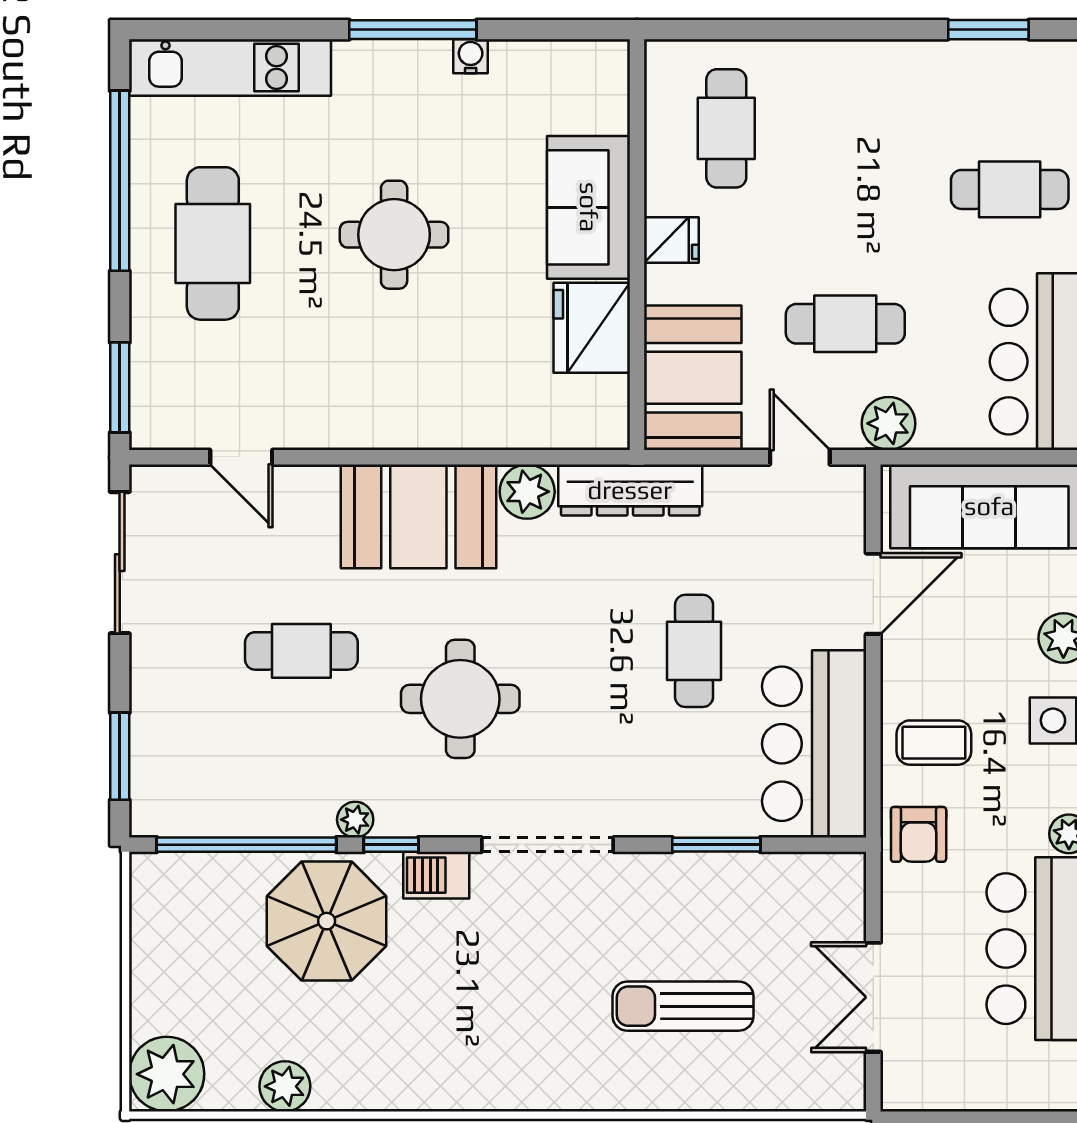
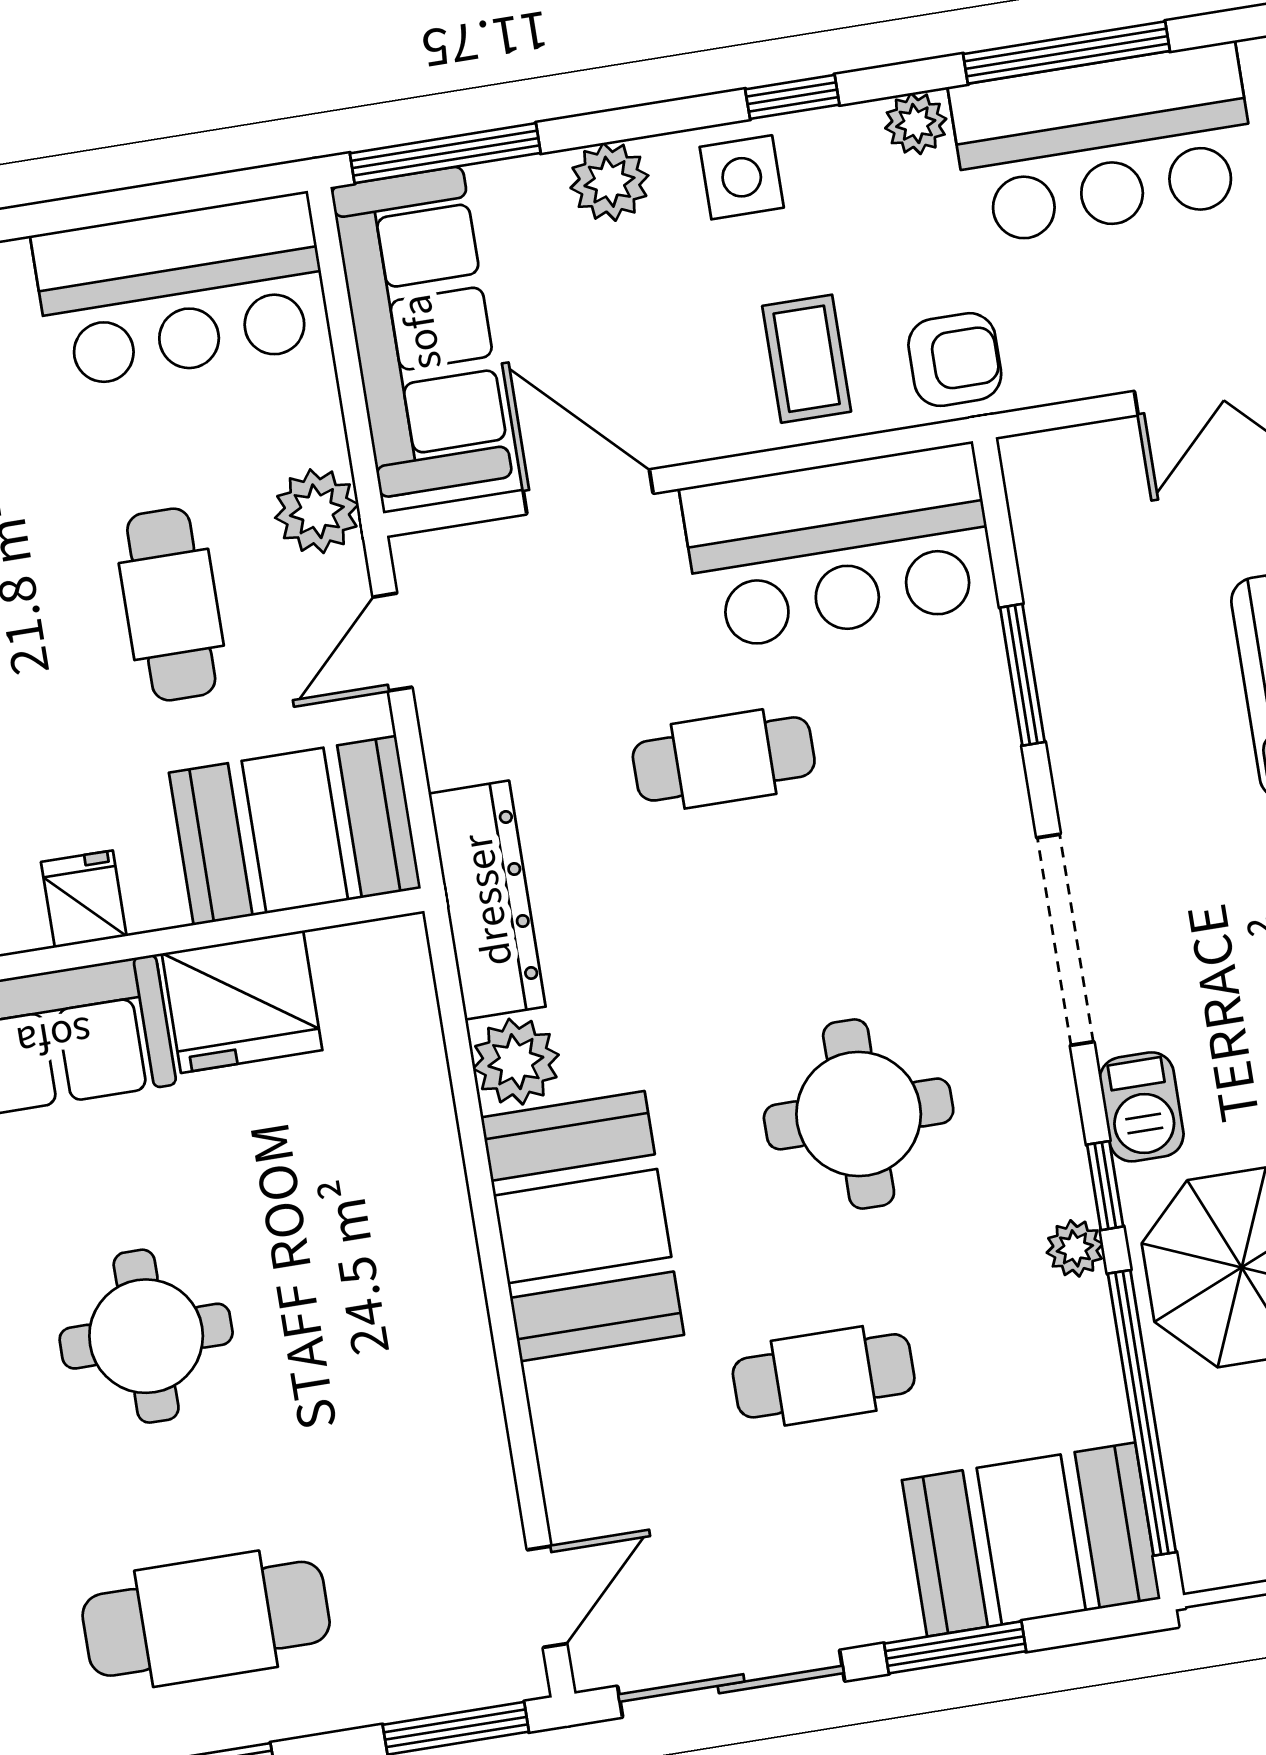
door: (241, 457) -> (547, 1597), moved
cafe table: (301, 651) -> (824, 1376), turned 90
window: (120, 756) -> (955, 1647), moved
booth: (179, 763) -> (1031, 1539), added

